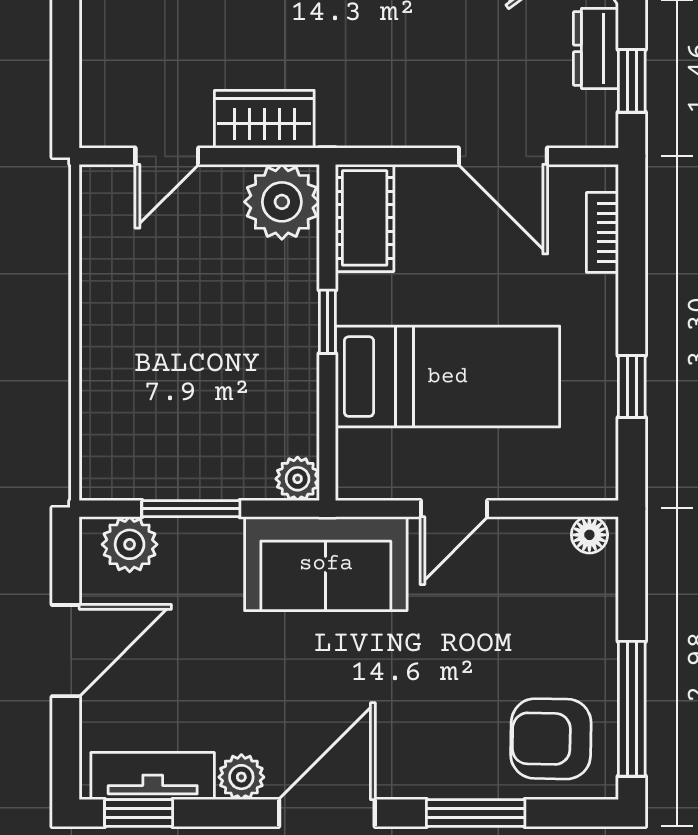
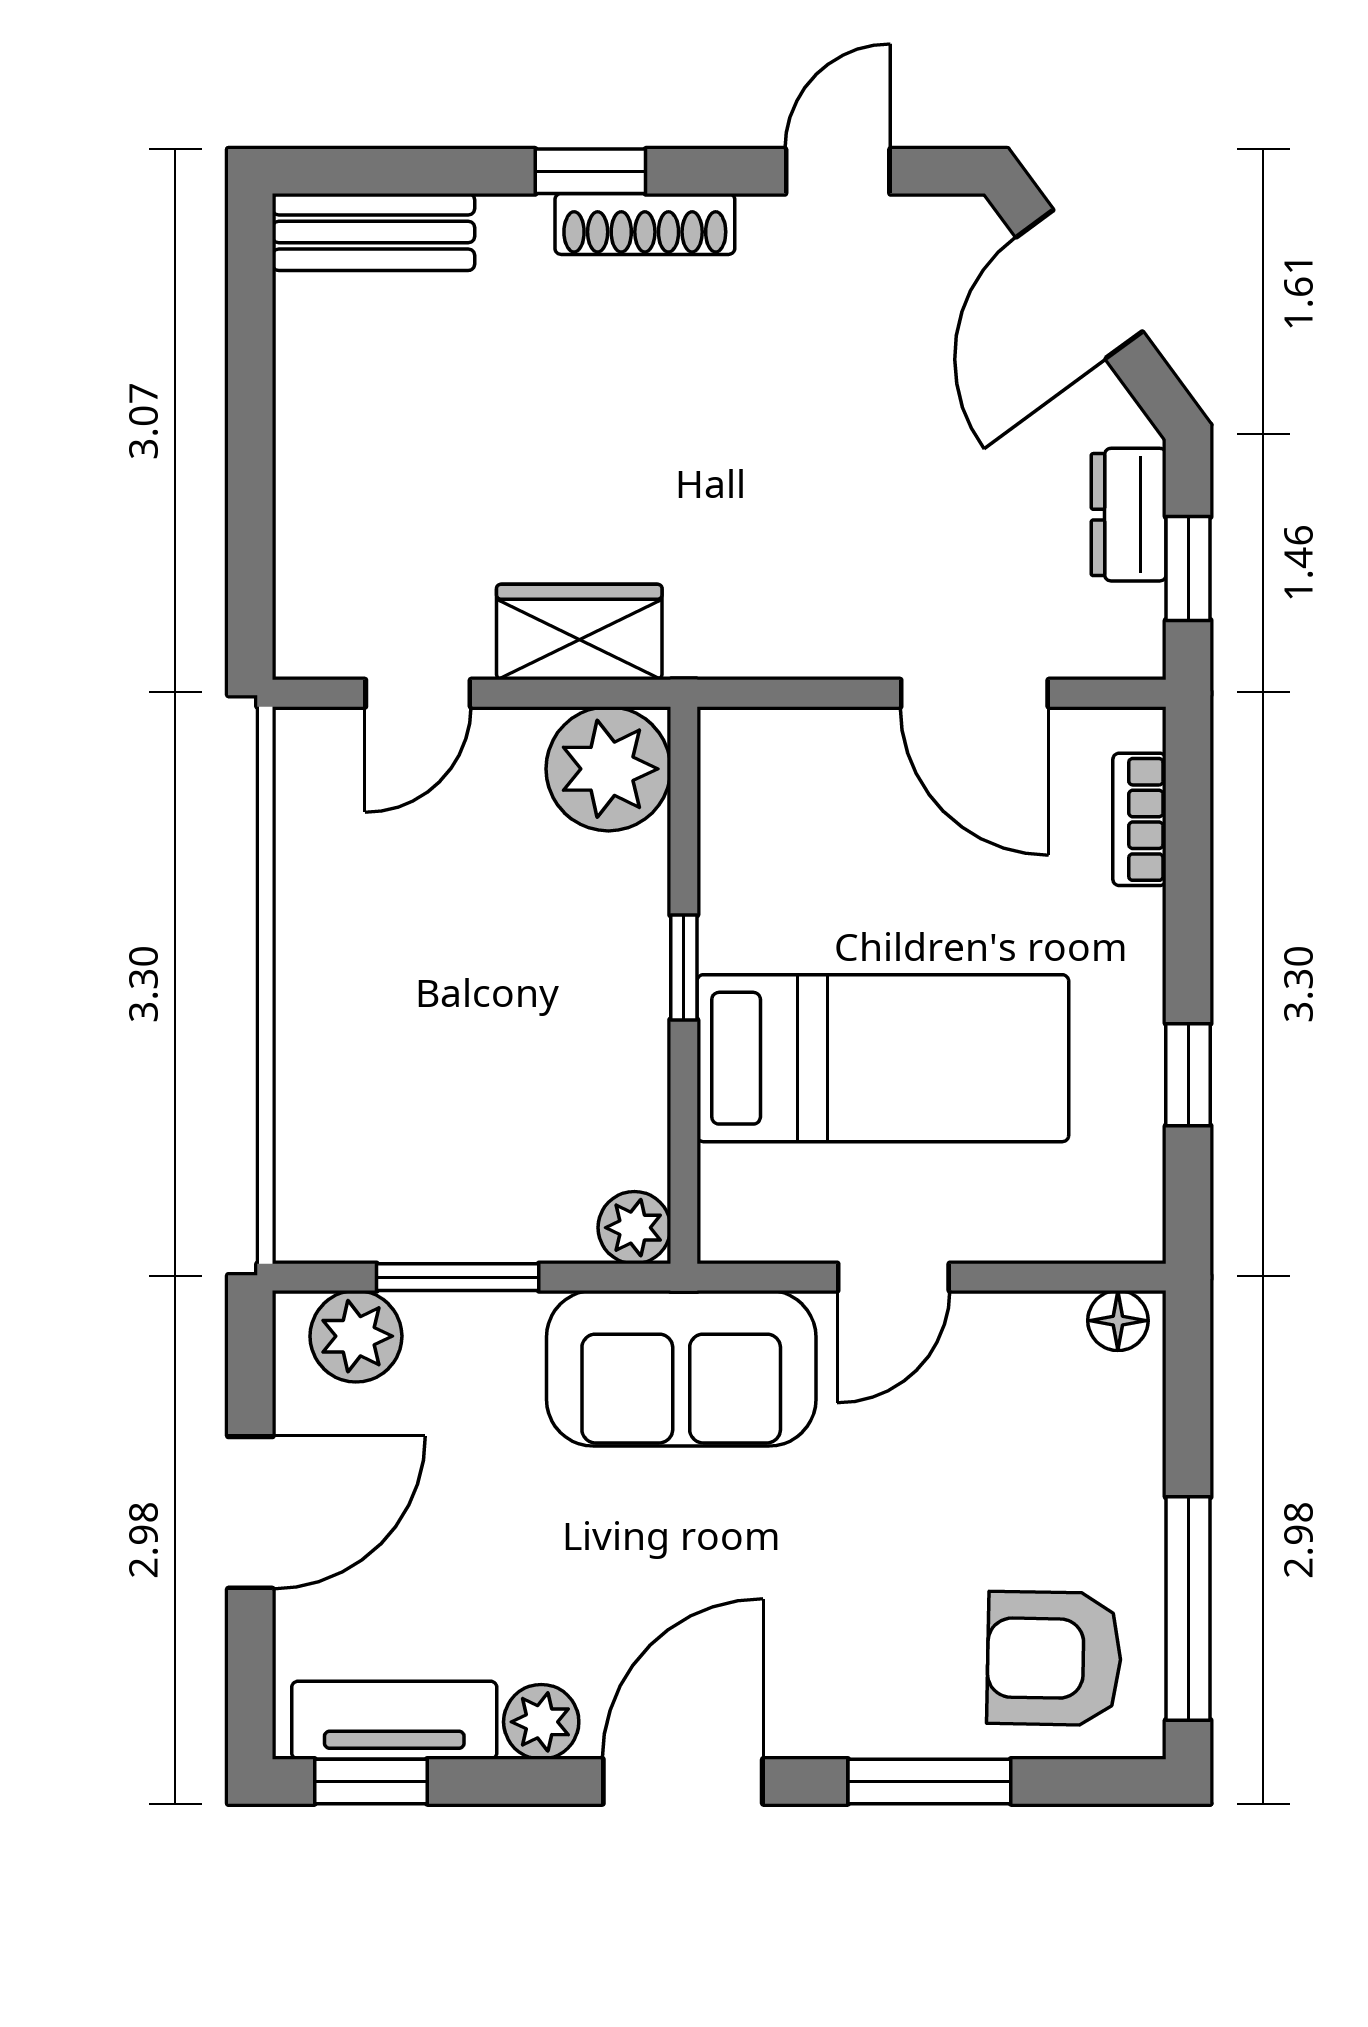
cot: (365, 218) -> (745, 795), removed

